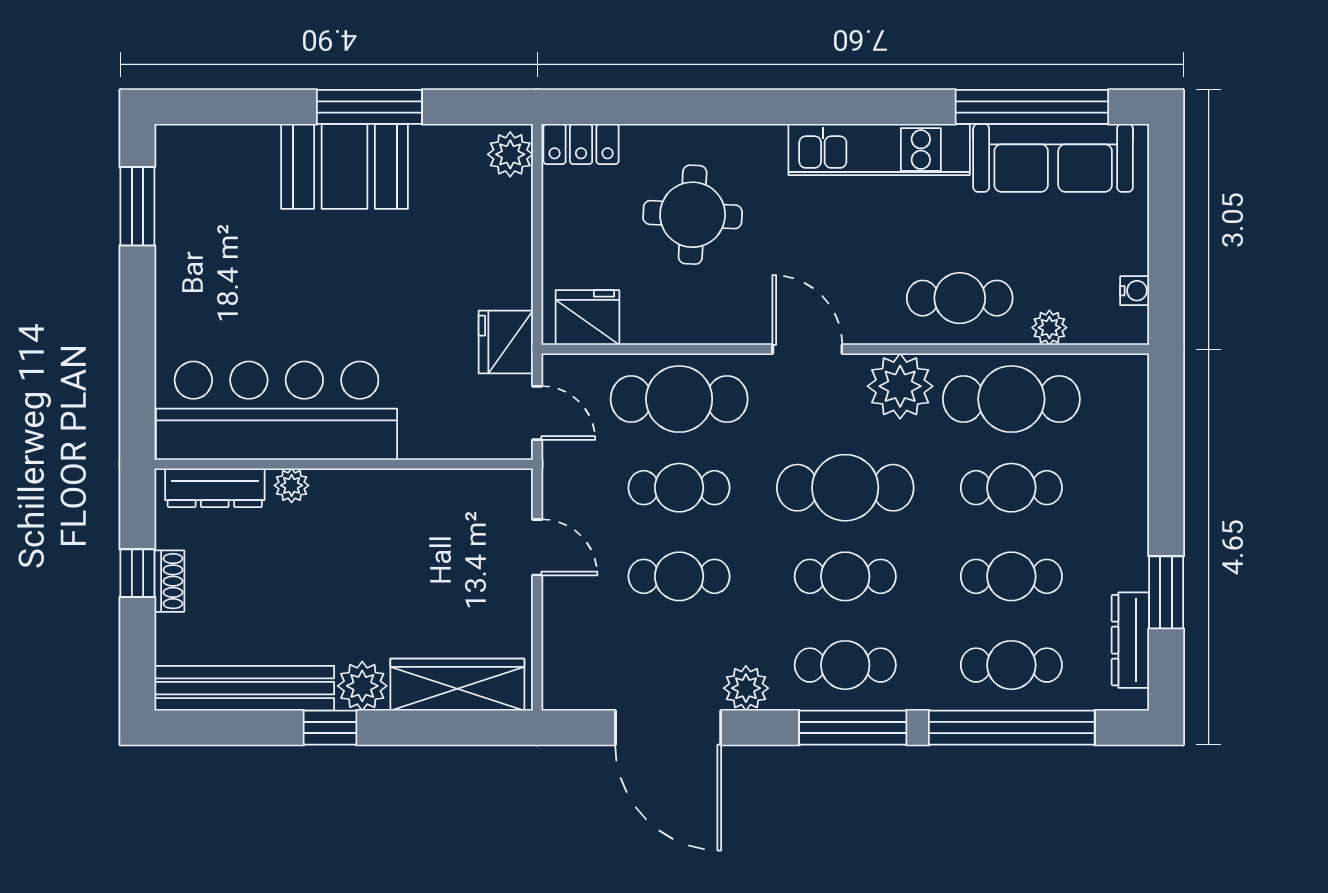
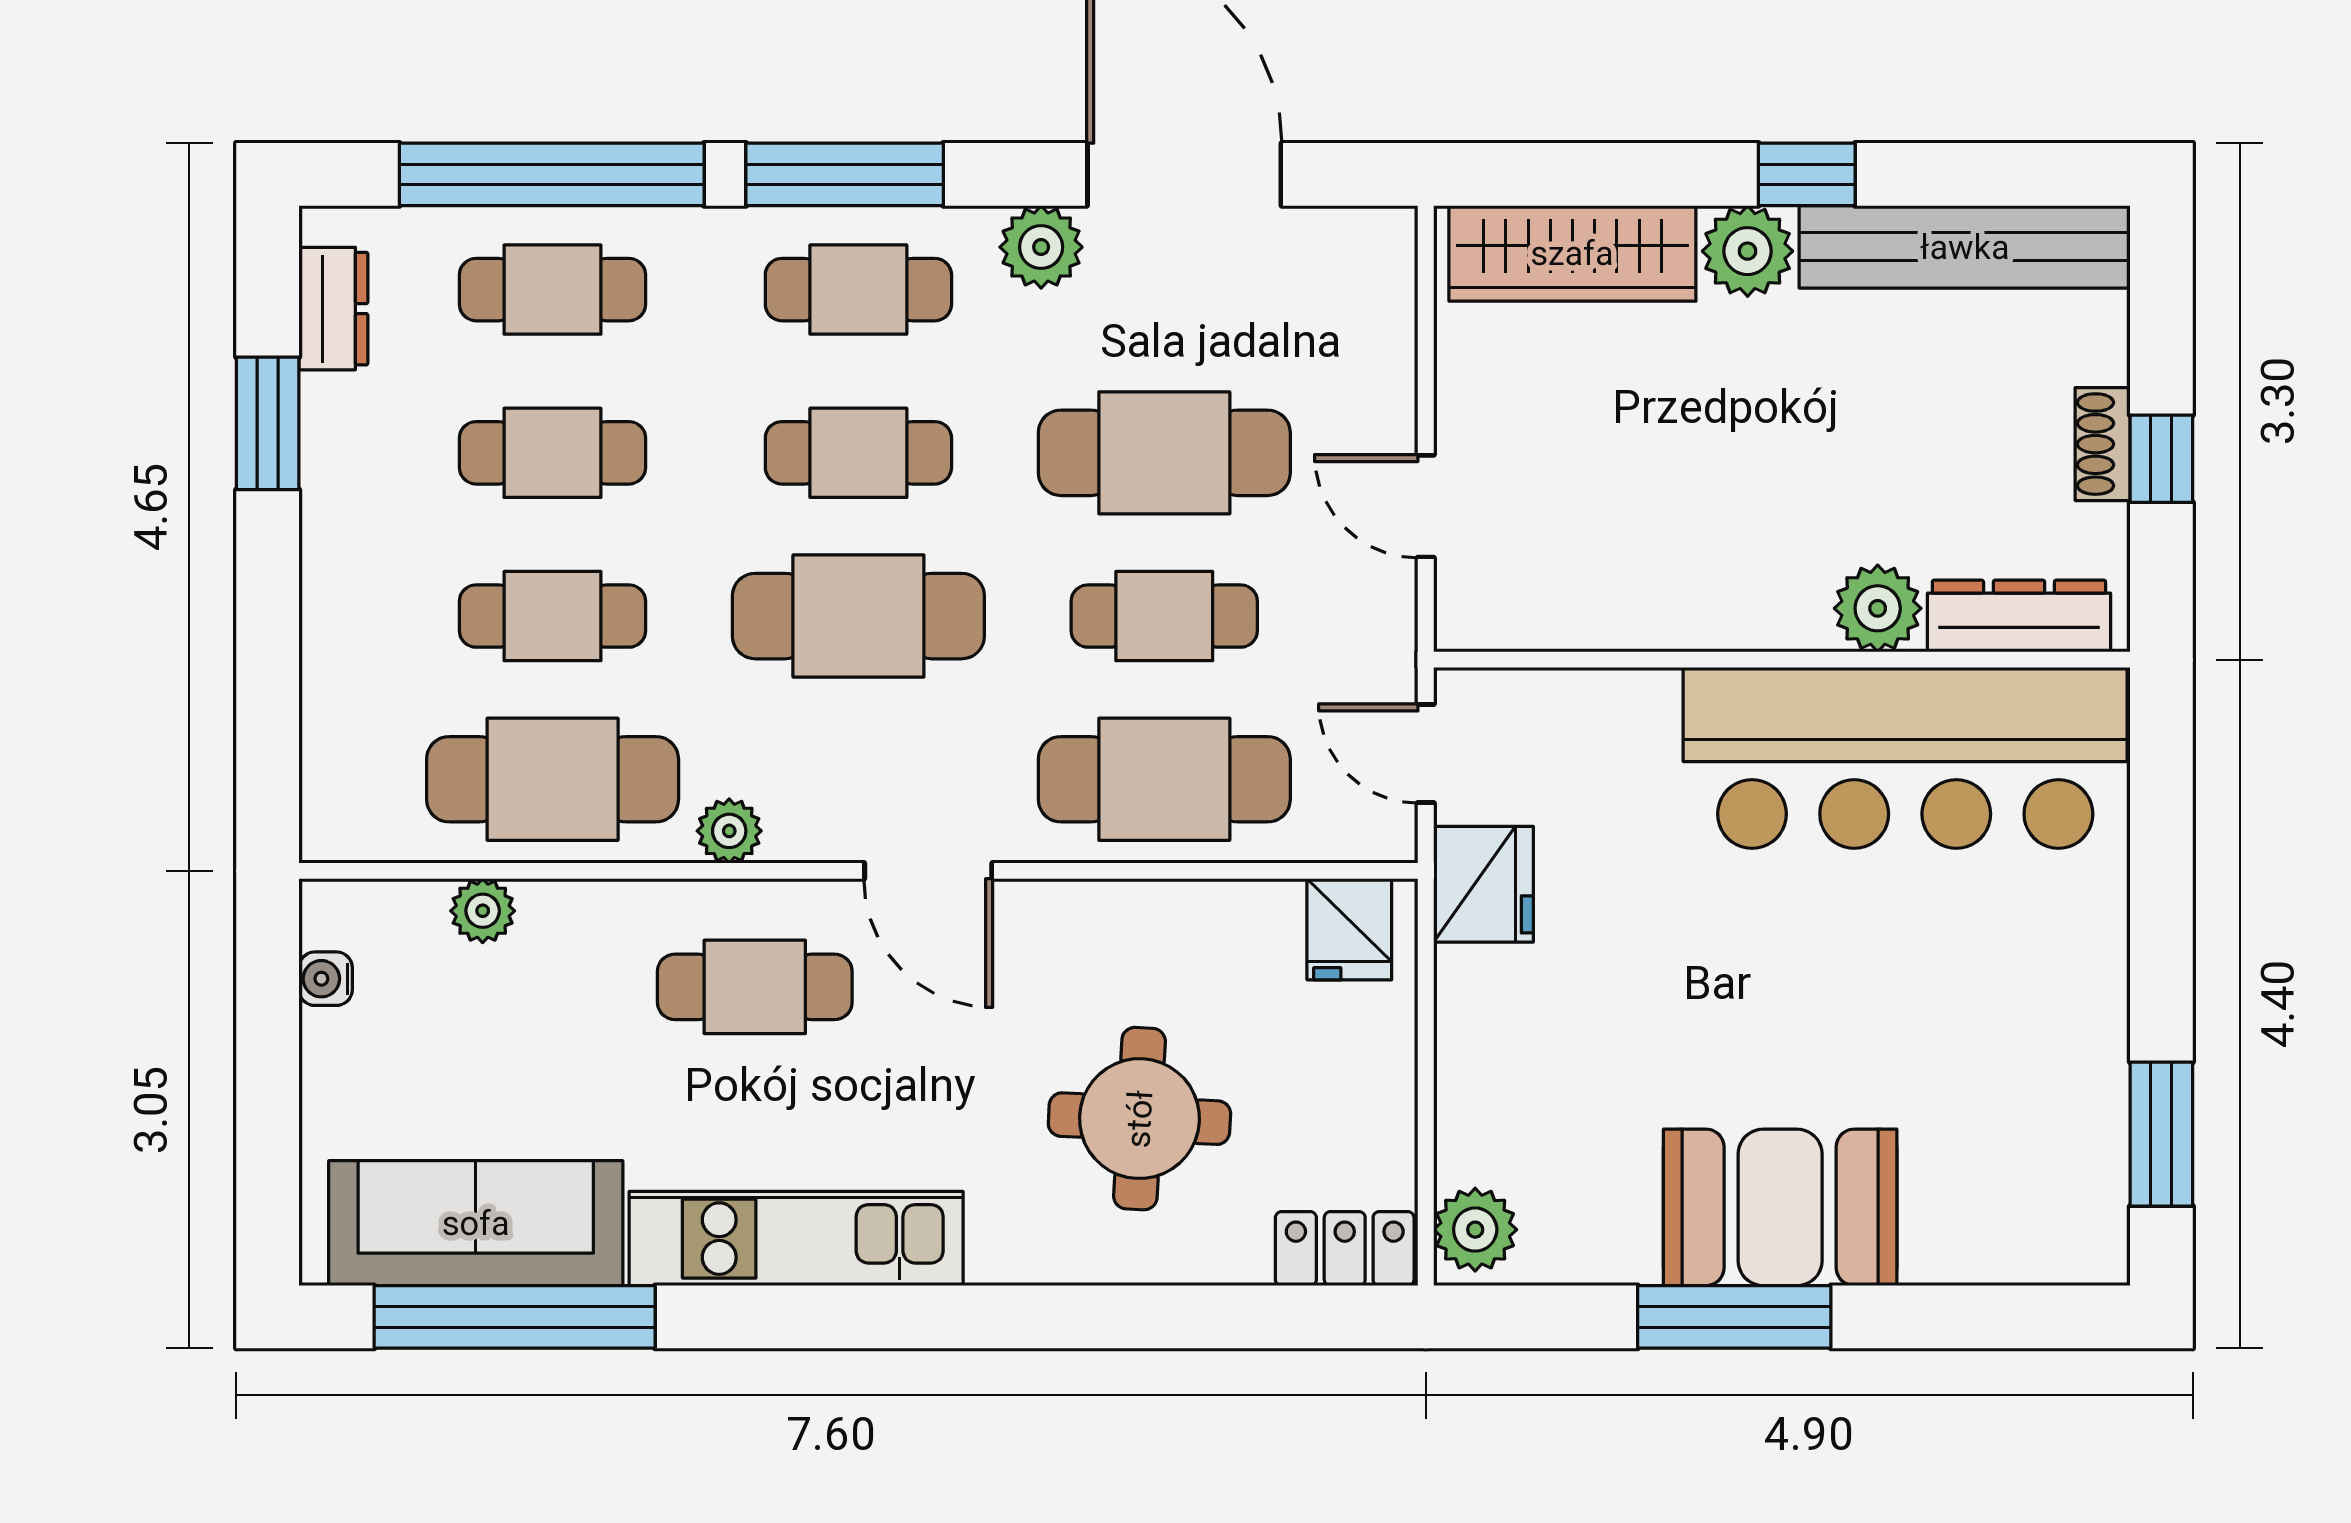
cafe table: (960, 298) -> (755, 987), moved
fridge: (587, 318) -> (1349, 929), width x0.72
plant: (900, 386) -> (729, 831), width x0.53, depth x0.53
plant: (292, 485) -> (1878, 608), width x1.38, depth x1.38
cafe table: (679, 576) -> (1164, 453), width x1.37, depth x1.35
dresser: (1130, 640) -> (333, 309), width x0.70

